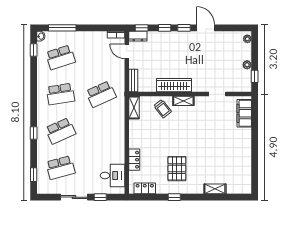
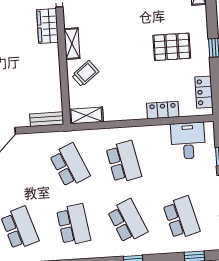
wardrobe: (174, 85) -> (48, 26), moved, width x0.67
school desk: (101, 131) -> (124, 162), added

